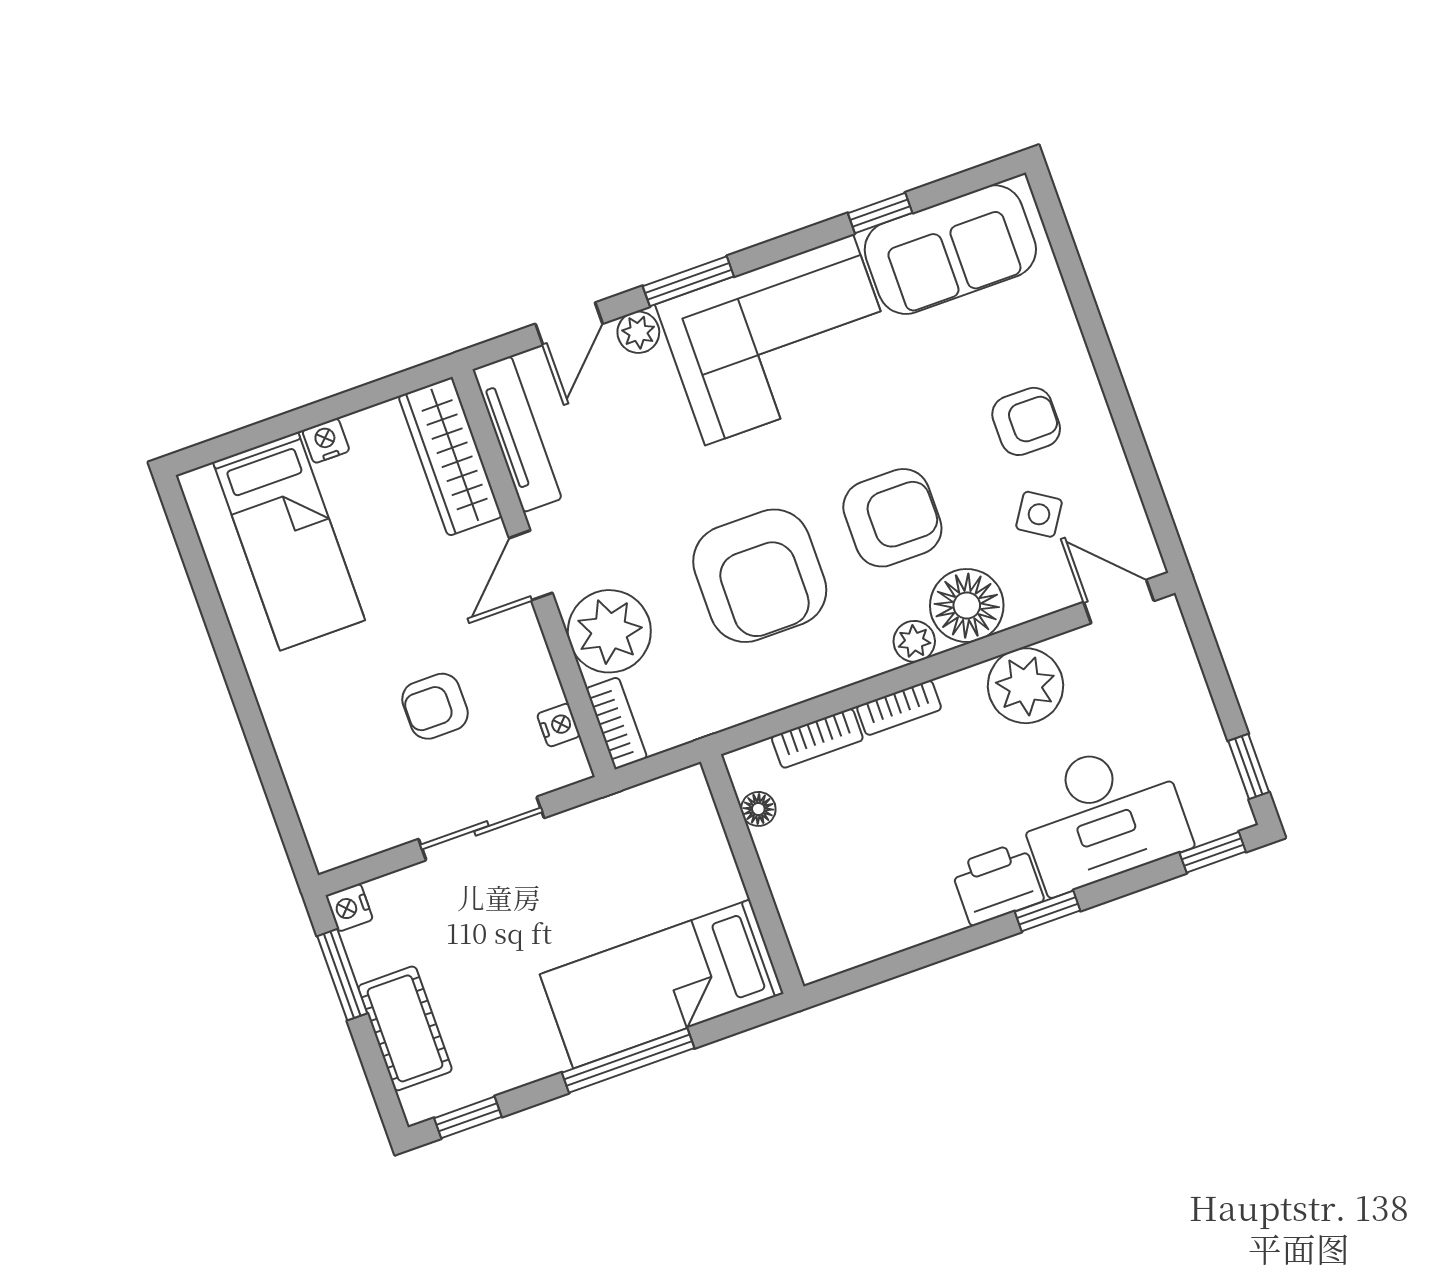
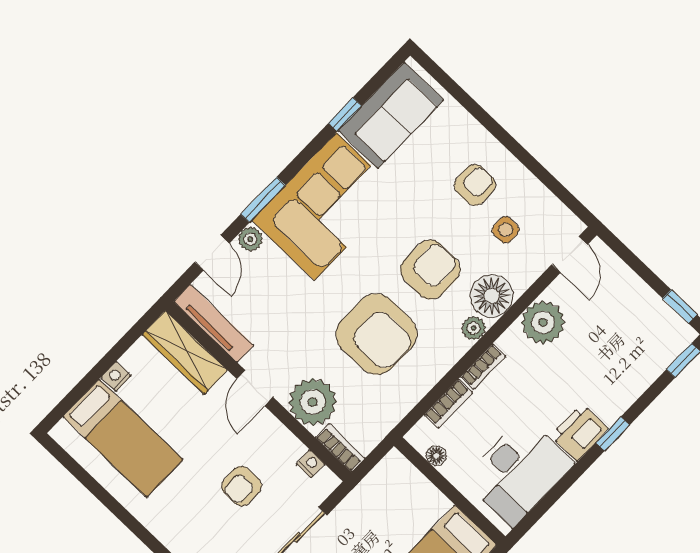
side table: (1039, 514) -> (506, 230), turned -33
door: (1119, 601) -> (570, 254), swing flipped
desk: (1102, 816) -> (519, 472), moved

